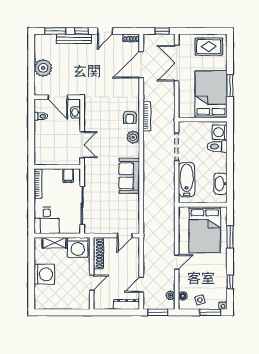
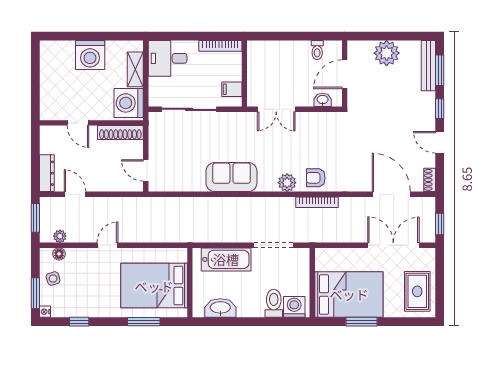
bench: (74, 39) -> (428, 66), moved
door: (177, 262) -> (108, 245), swing flipped

